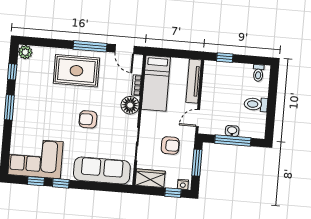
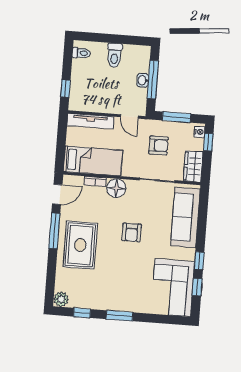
armchair: (170, 145) -> (158, 145), turned 90

